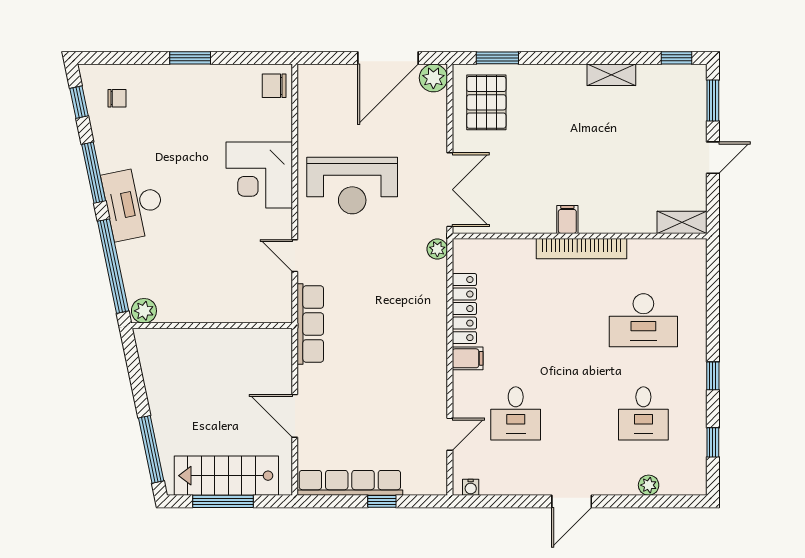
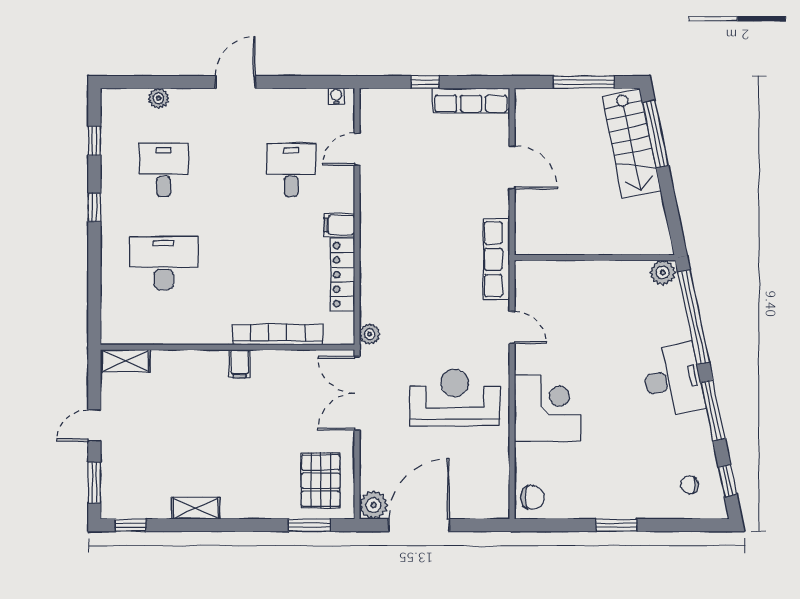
bookcase: (582, 249) -> (278, 335), moved
stairs: (226, 476) -> (631, 143), moved, turned 78
row of seats: (350, 483) -> (471, 101), width x0.73

